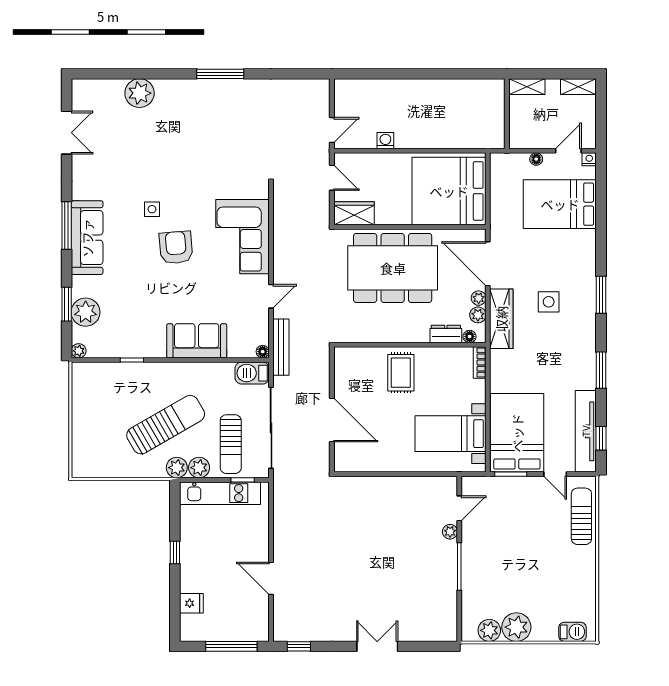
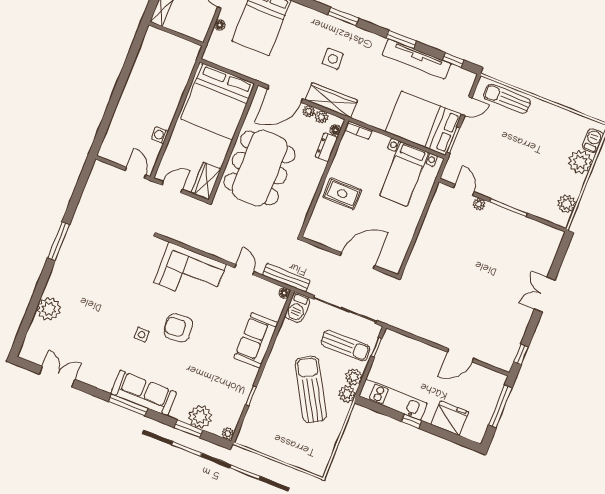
tv unit: (586, 431) -> (417, 59), moved
kitchen unit: (220, 493) -> (393, 399), moved, turned -90
fridge: (191, 603) -> (450, 418), width x1.88, depth x1.34
plant: (516, 627) -> (580, 162), moved

